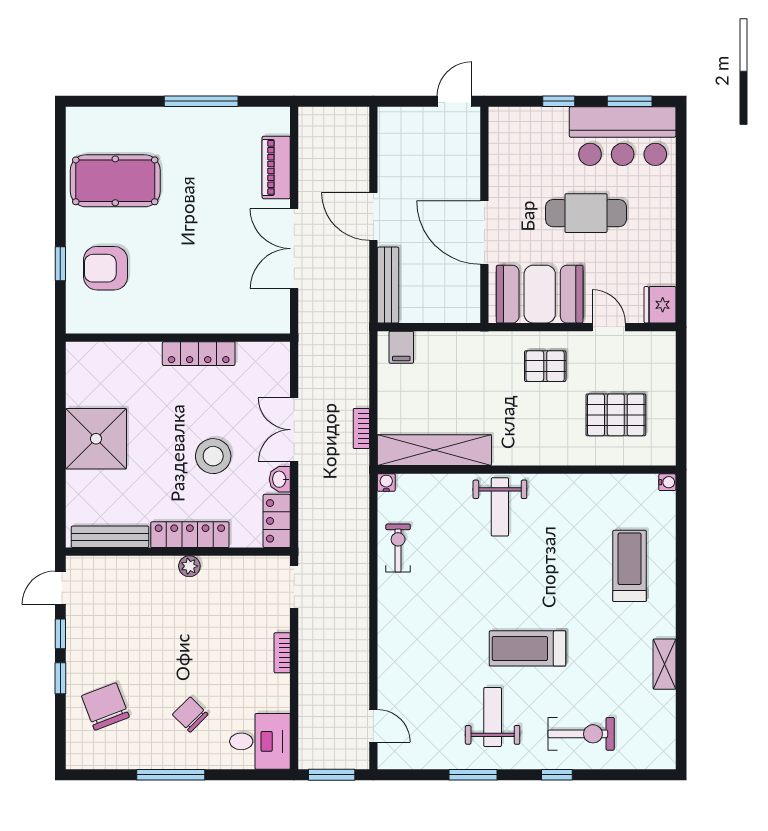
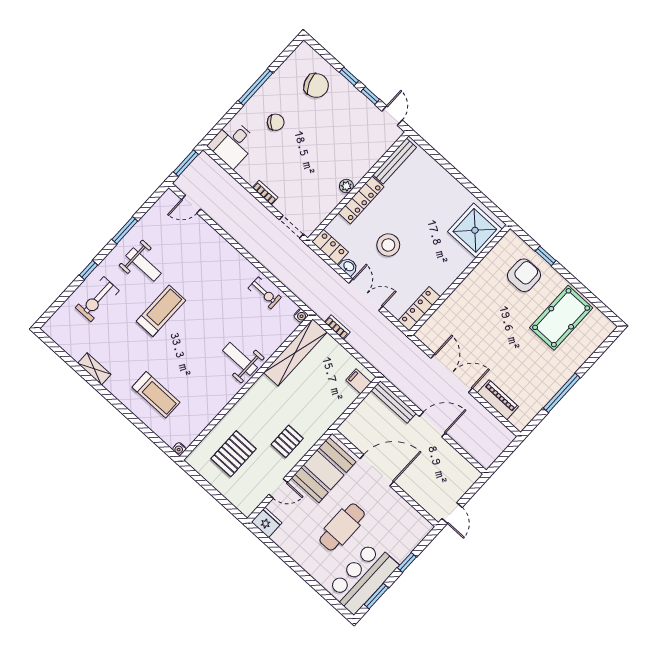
locker: (199, 354) -> (419, 309), moved
shower: (96, 439) -> (475, 230), moved

